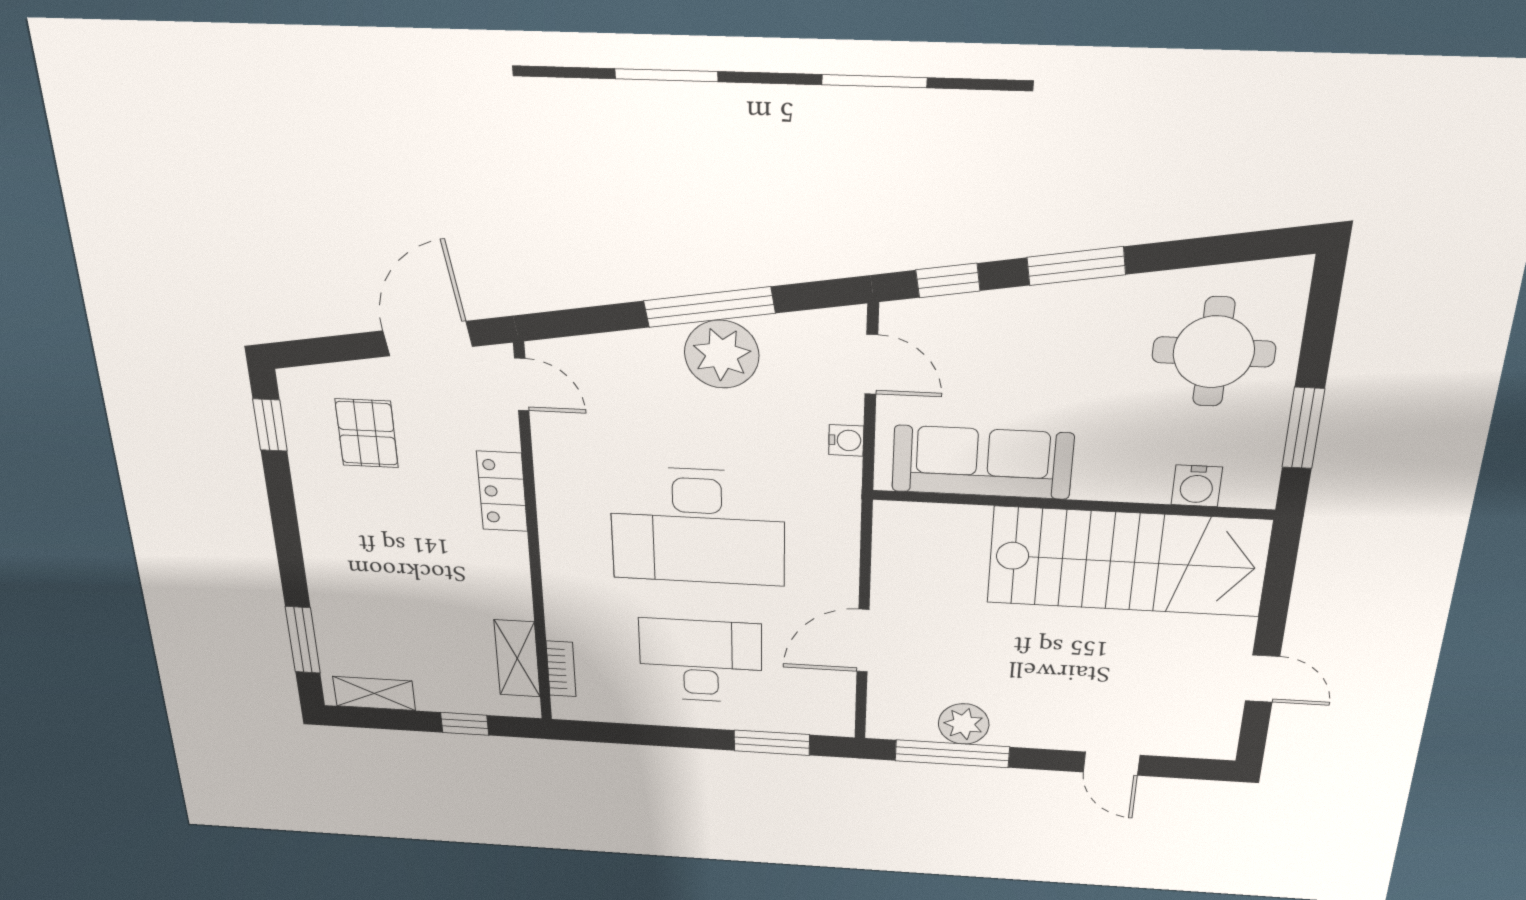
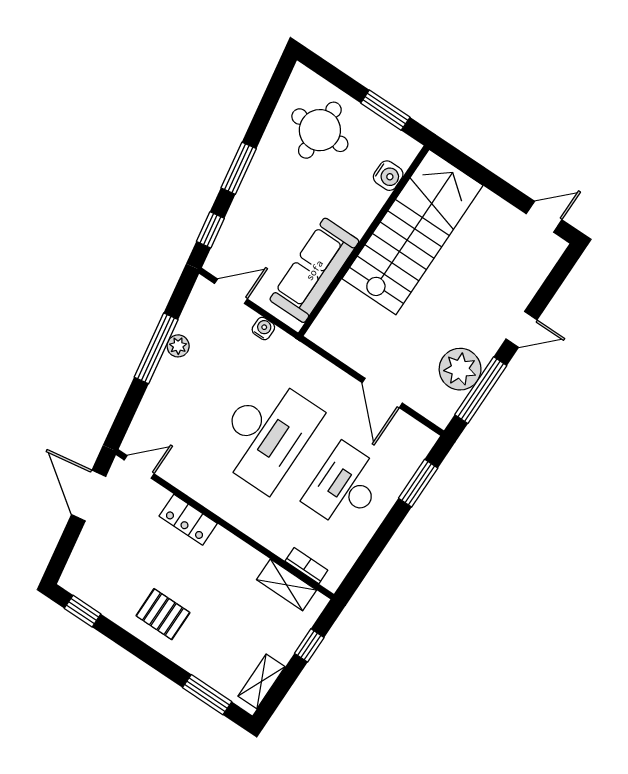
plant: (722, 354) -> (178, 346), width x0.53, depth x0.53
pallet: (367, 433) -> (163, 614), moved
door: (1262, 679) -> (544, 217), moved
plant: (964, 724) -> (460, 369), width x1.36, depth x1.36
door: (1112, 764) -> (522, 329), moved

